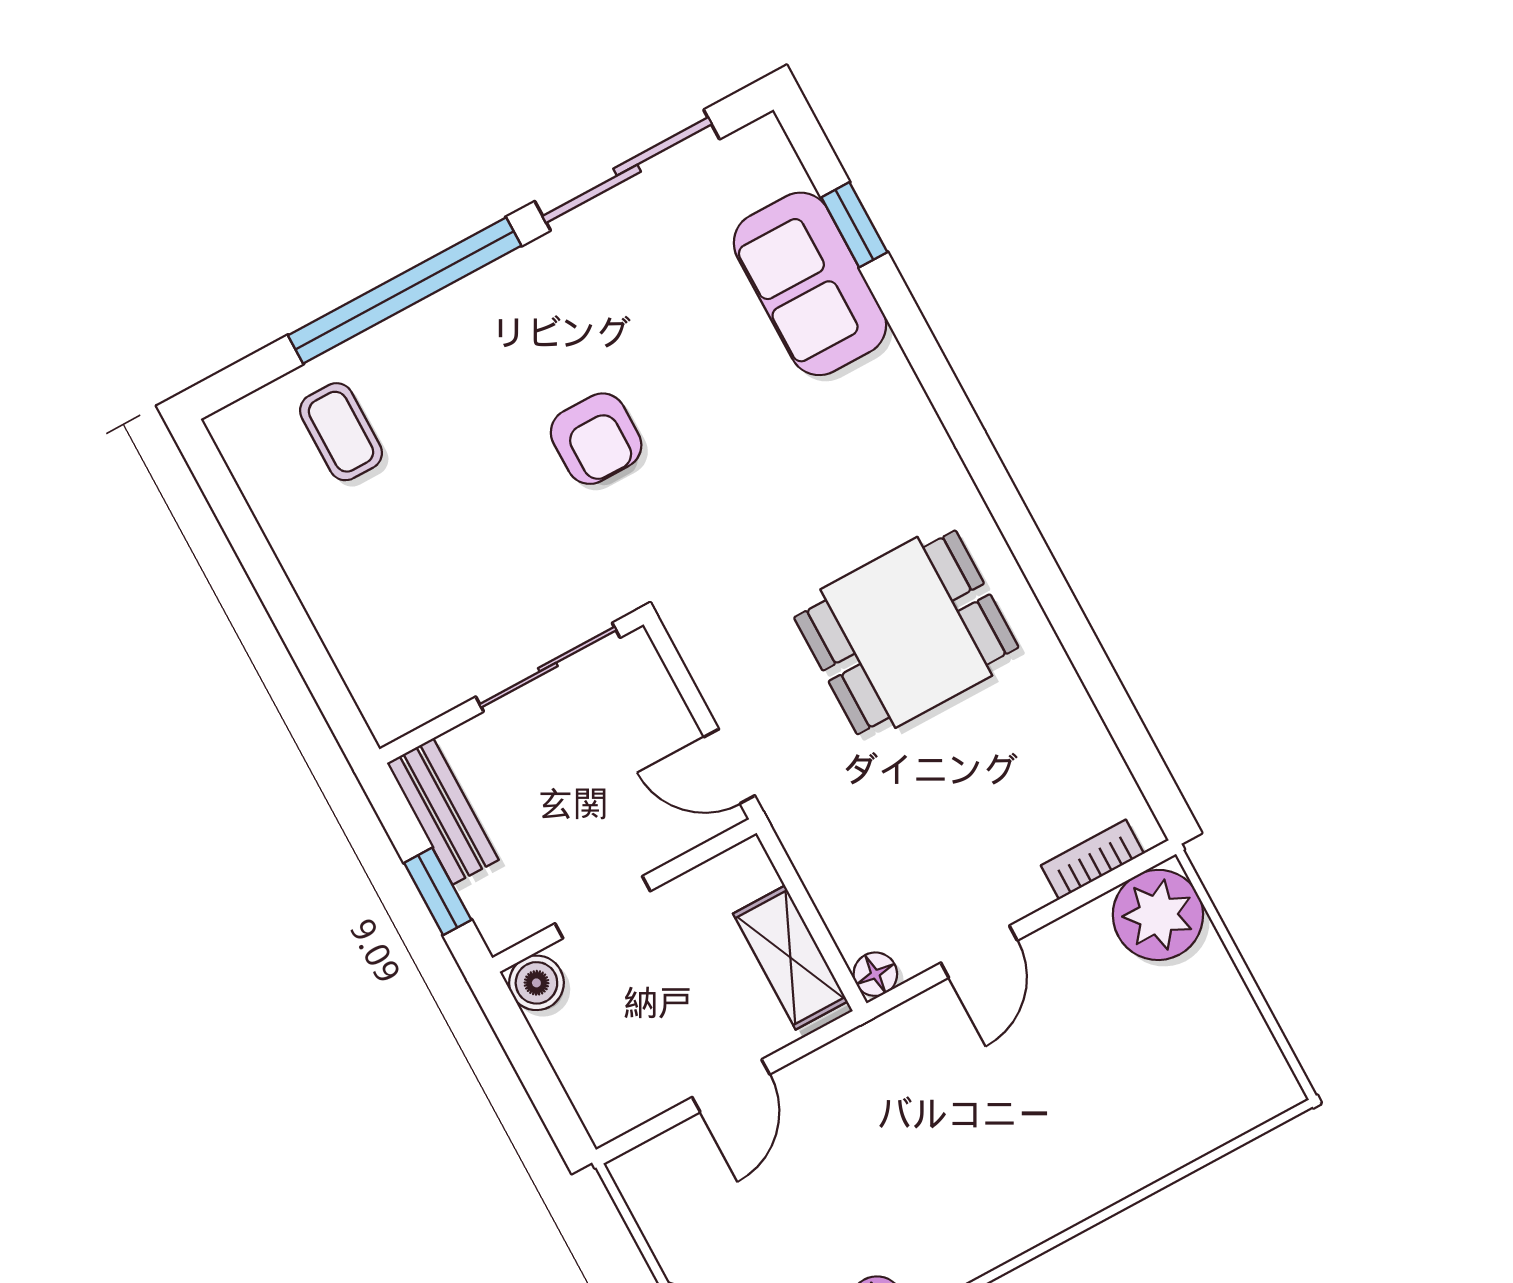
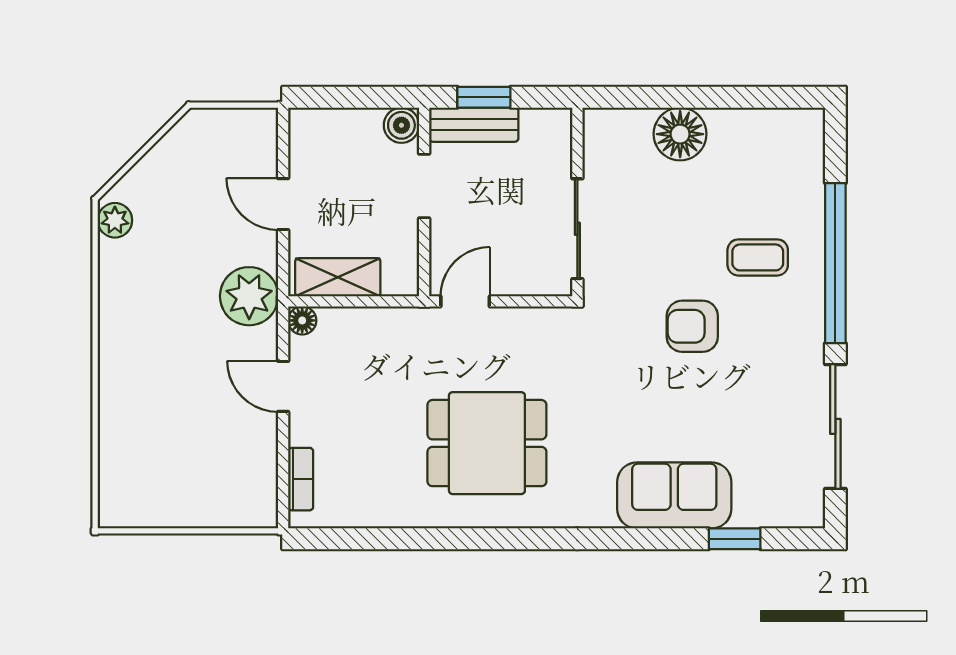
sofa: (810, 284) -> (674, 495), moved
coffee table: (341, 432) -> (758, 257), moved
floor lamp: (343, 597) -> (680, 134), added
dining table: (906, 632) -> (487, 443), turned 90
bench: (443, 811) -> (474, 125), moved
plant: (1158, 915) -> (249, 296), moved

